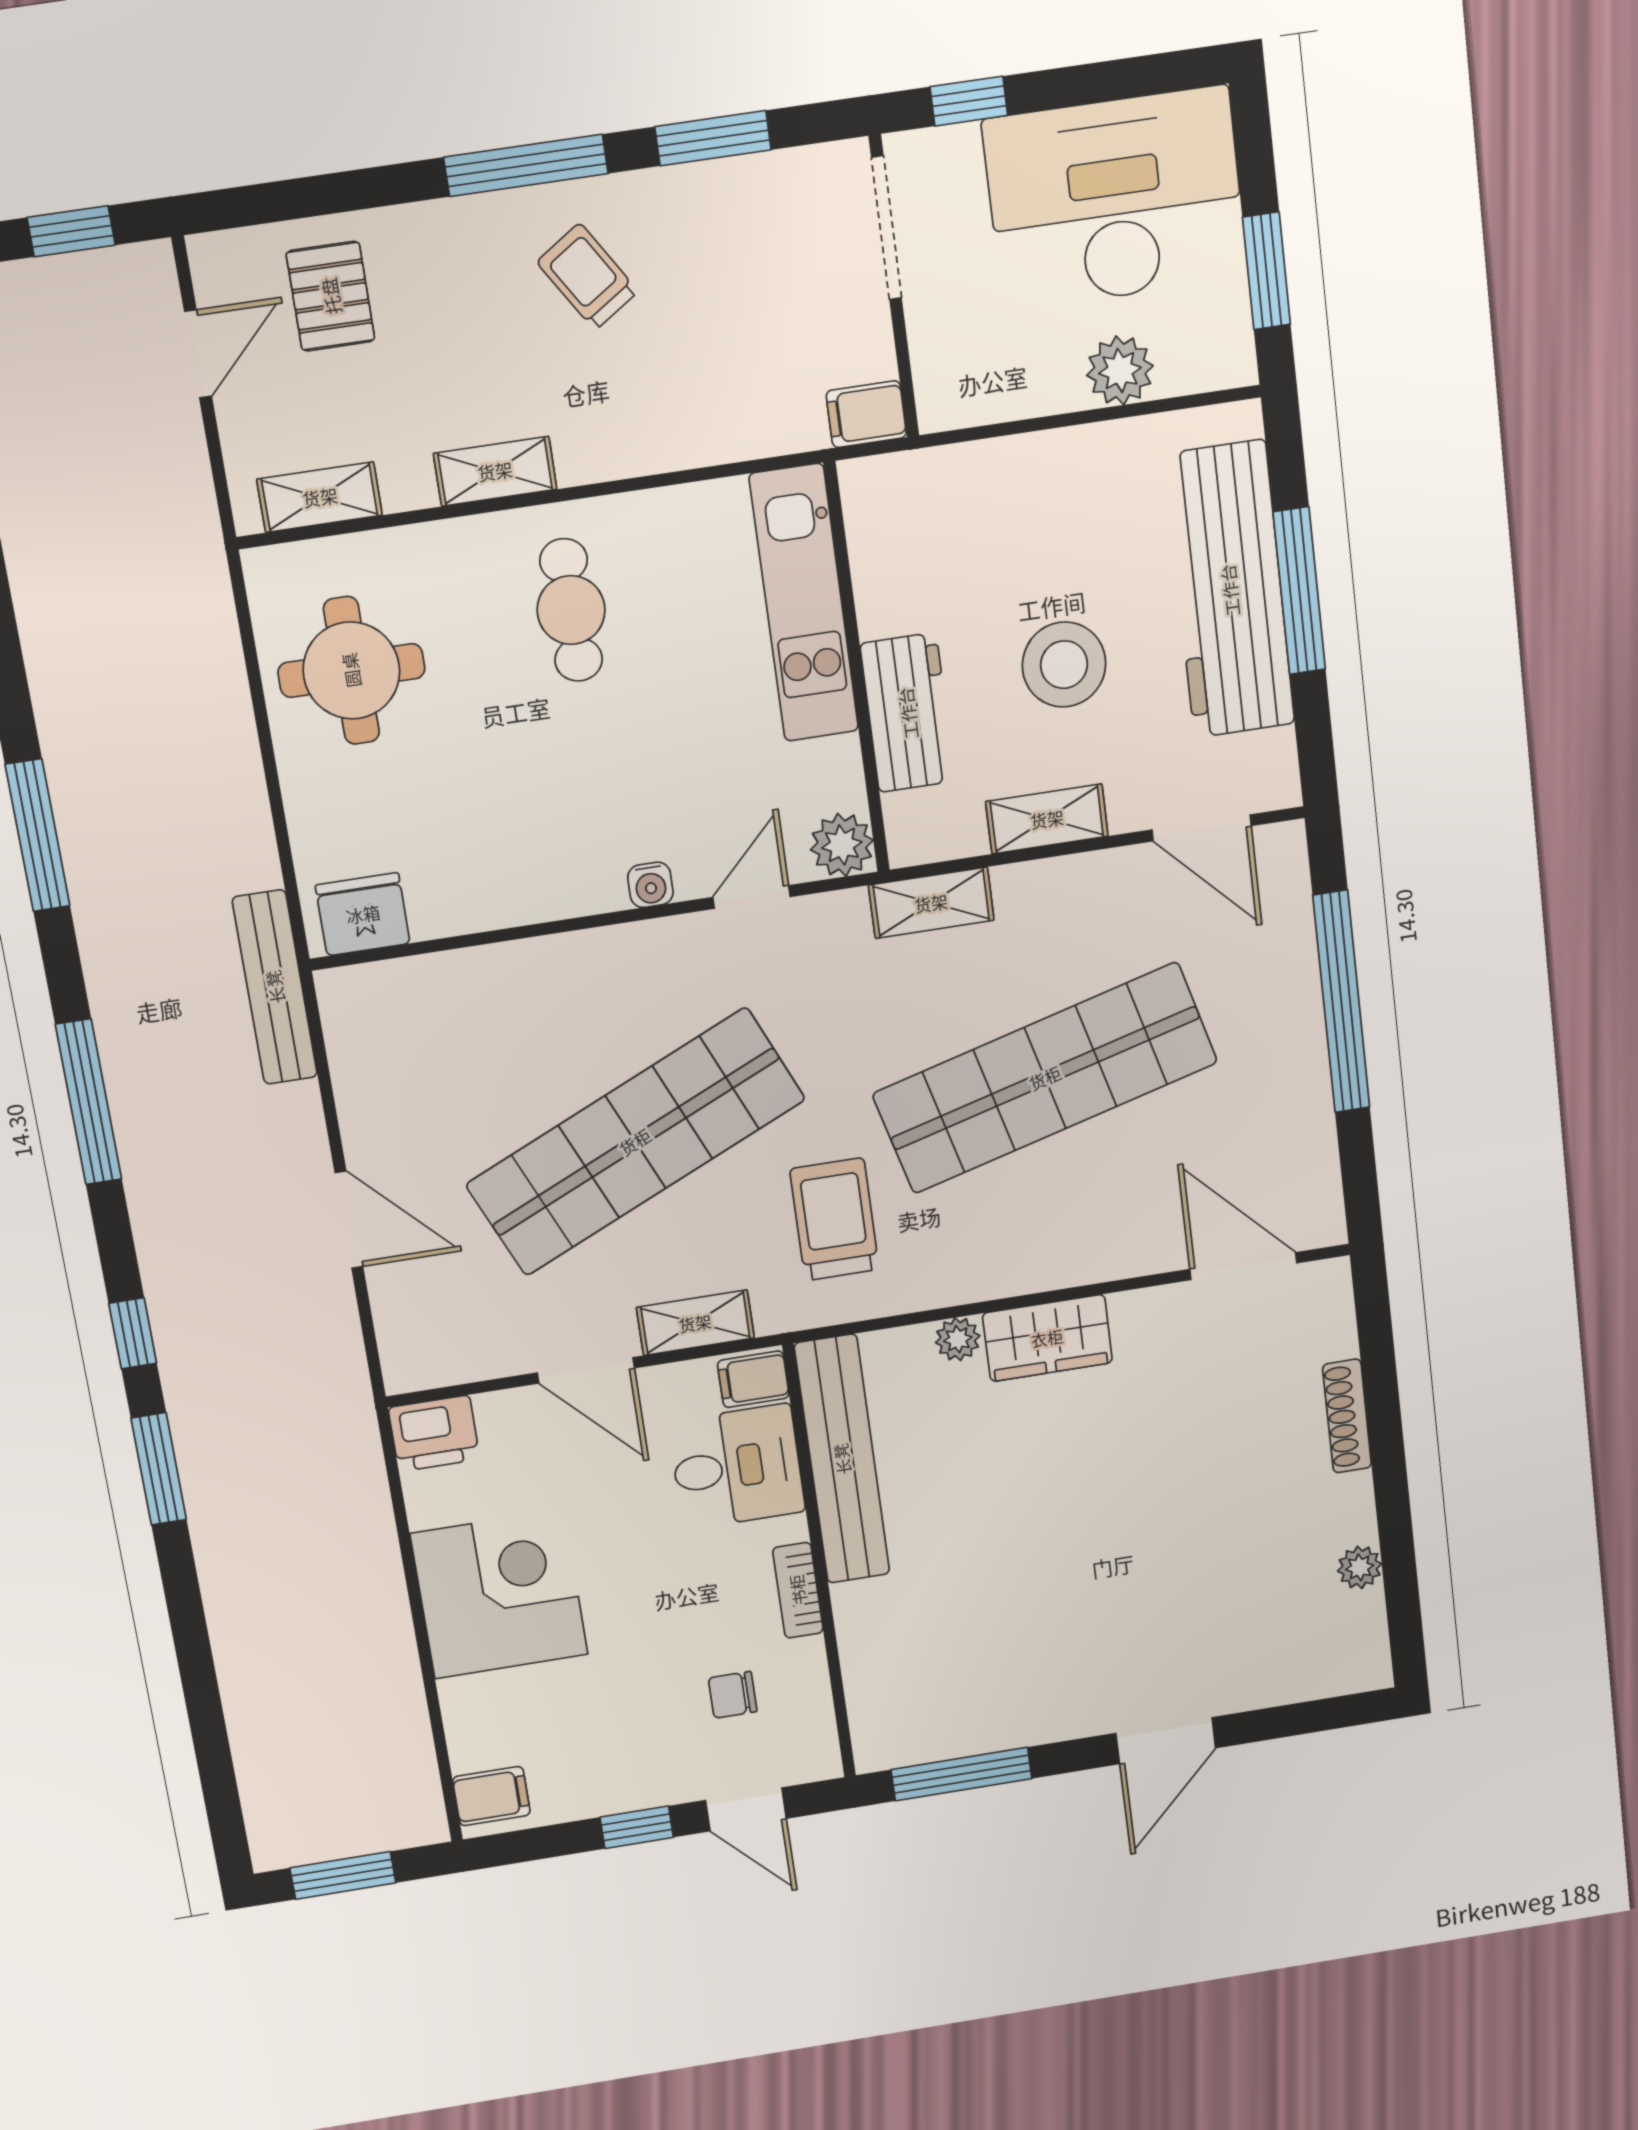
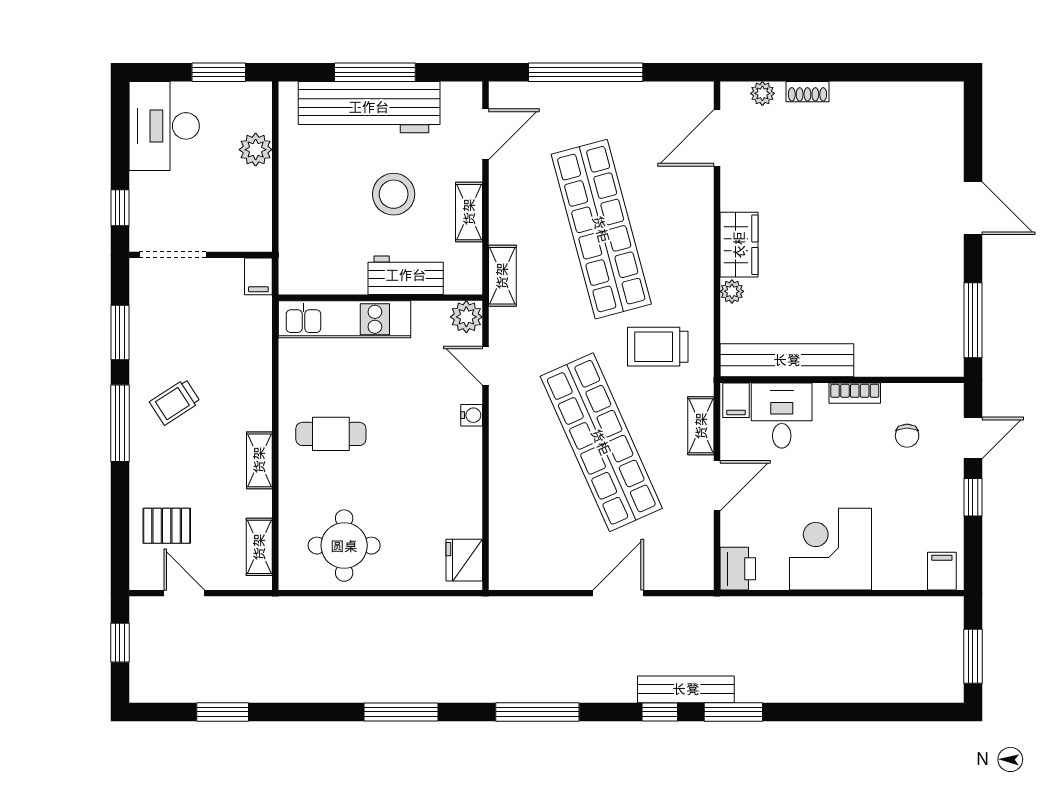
desk: (1116, 199) -> (164, 126), width x0.73, depth x0.77
bench: (275, 987) -> (686, 689), moved
shoe rack: (1347, 1416) -> (807, 92), width x0.70
plant: (1360, 1567) -> (762, 93), moved

